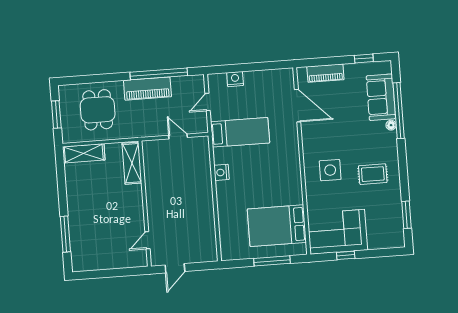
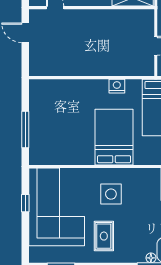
bed: (277, 226) -> (114, 137), moved
corner sofa: (337, 232) -> (57, 207), width x1.36, depth x1.36

